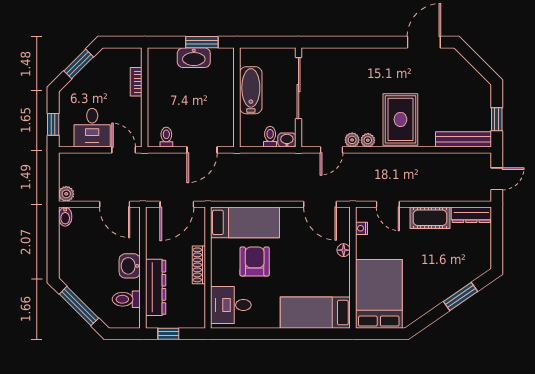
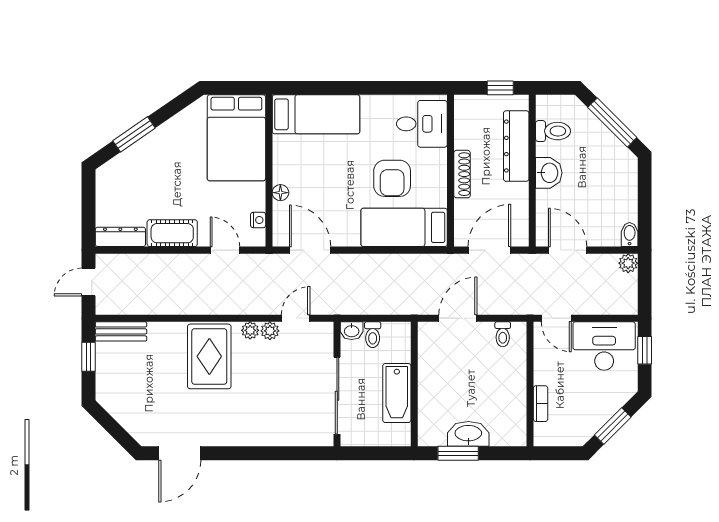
desk: (92, 128) -> (604, 346), width x1.37
bench: (463, 139) -> (121, 331), width x0.73

